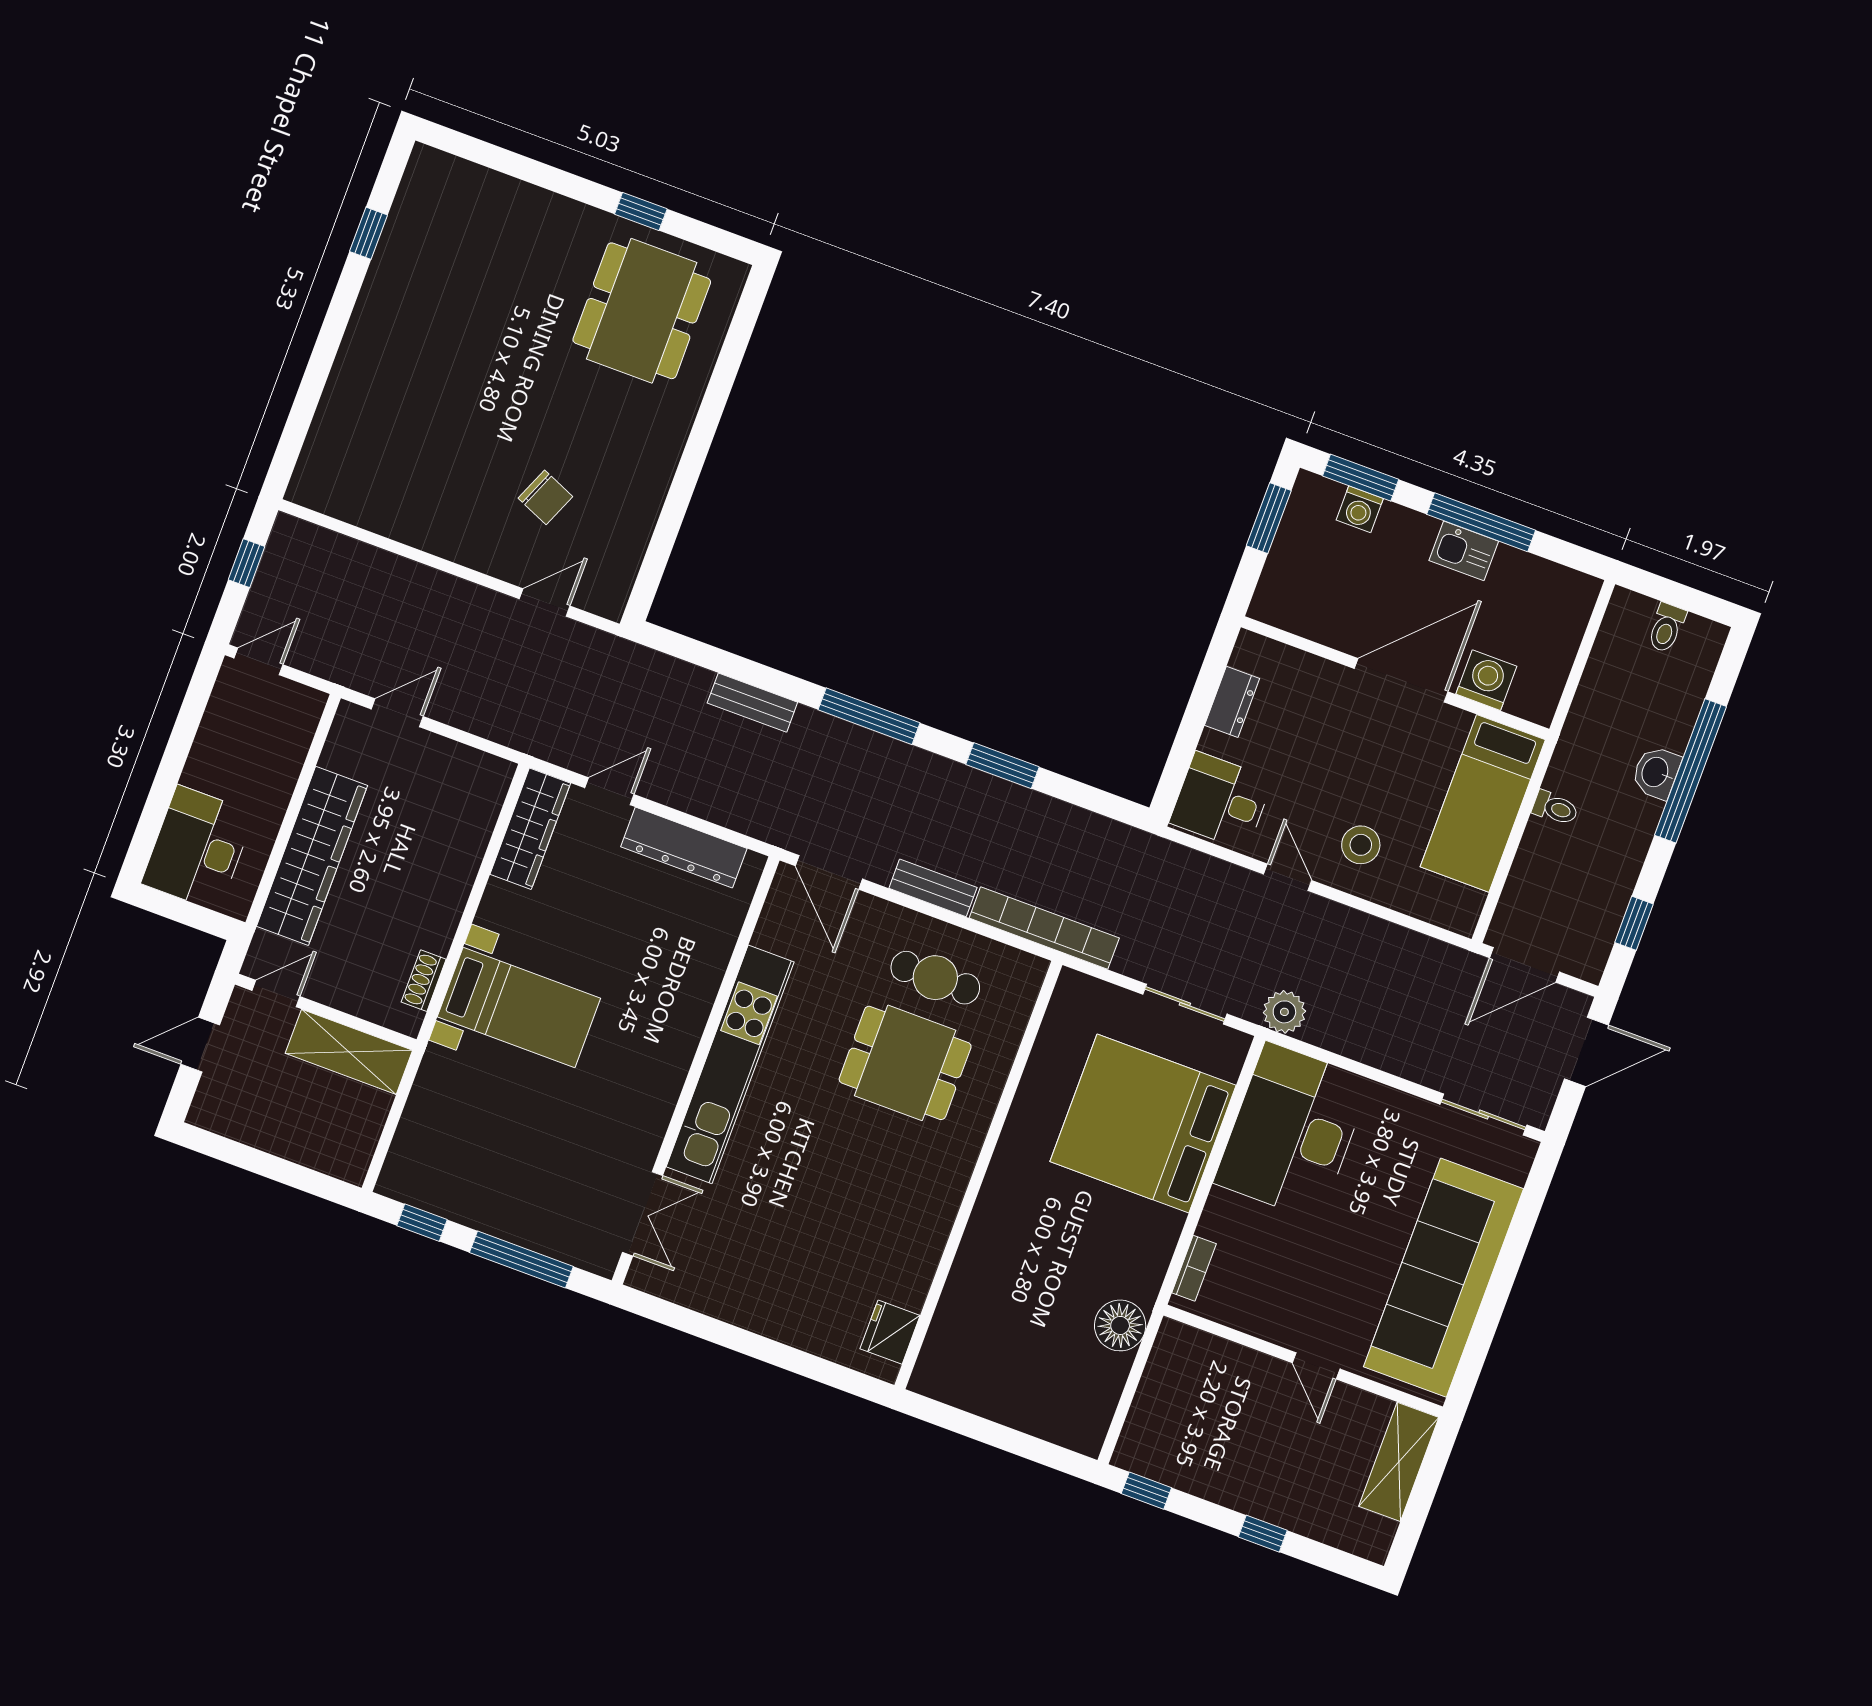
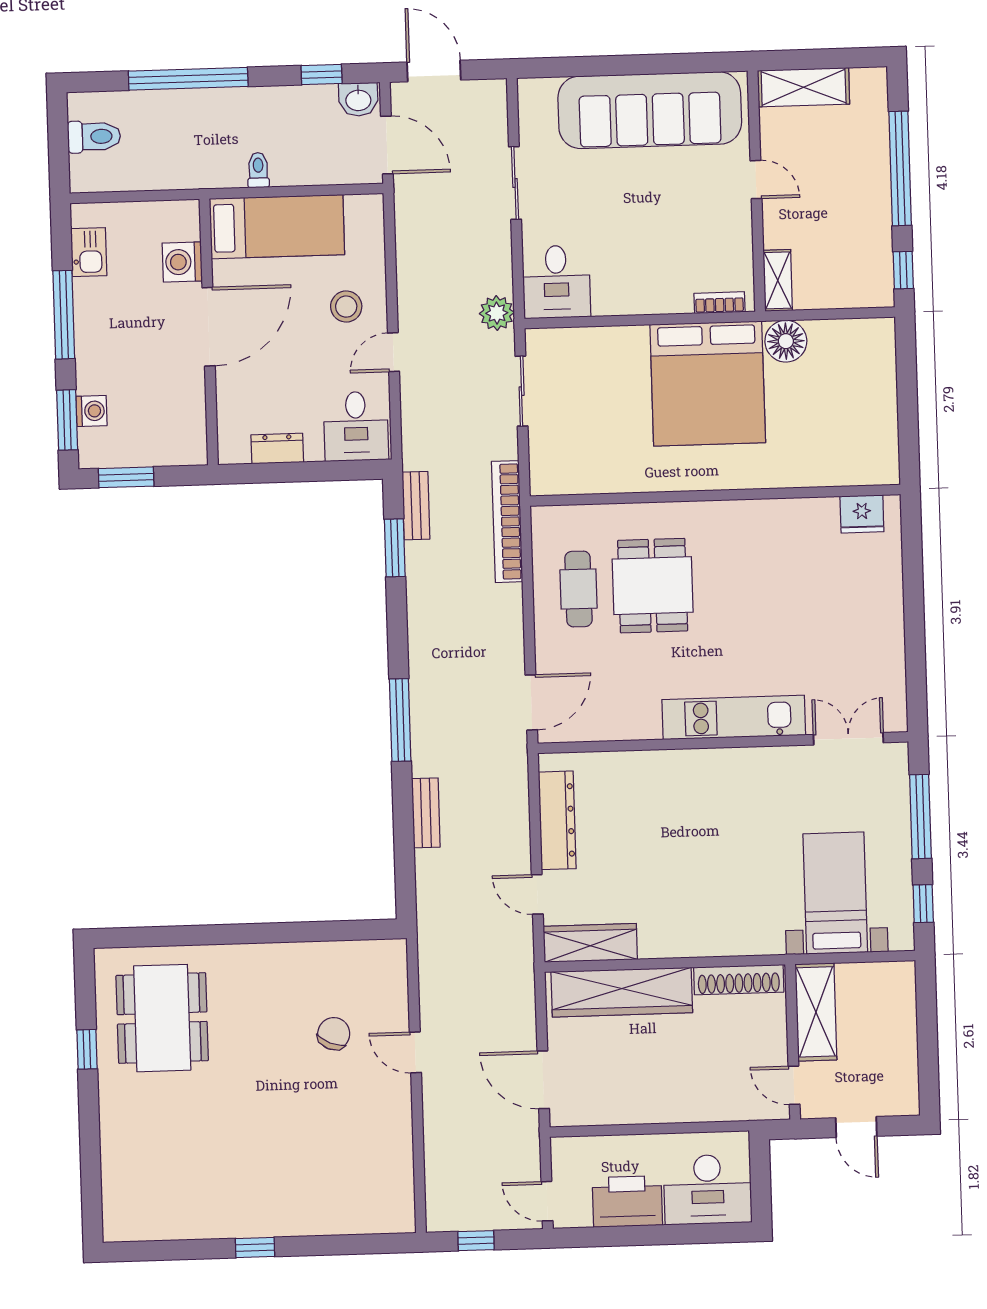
window: (368, 233) -> (255, 1248), moved
dining table: (642, 311) -> (162, 1018), turned 90
kitchen sink: (1464, 551) -> (89, 252), moved
door: (545, 602) -> (415, 1052), moved
toilet: (1666, 628) -> (94, 137), width x1.37, depth x1.39
door: (1401, 680) -> (209, 327), swing flipped
door: (397, 713) -> (543, 1080), width x1.38
printer: (221, 752) -> (627, 1201), added
window: (1003, 766) -> (395, 548), moved
washbasin: (1656, 772) -> (358, 99), moved
wardrobe: (312, 856) -> (622, 992), moved, turned 180
bench: (933, 888) -> (416, 506), moved
shoe rack: (424, 981) -> (739, 980), width x1.94, depth x1.24
bed with nightstands: (519, 1007) -> (835, 893), moved
kitchen unit: (730, 1064) -> (734, 717), width x0.73
sliding door: (1484, 1115) -> (515, 183), moved
bed: (1143, 1123) -> (708, 384), moved
desk: (1292, 1131) -> (556, 282), width x0.53, depth x0.77
shelving: (1192, 1344) -> (778, 280), added
door: (1316, 1366) -> (756, 180), hinge flipped
window: (1263, 1534) -> (900, 168), width x3.17

